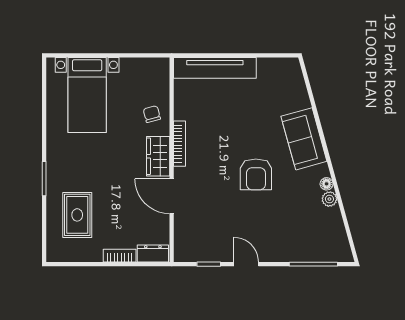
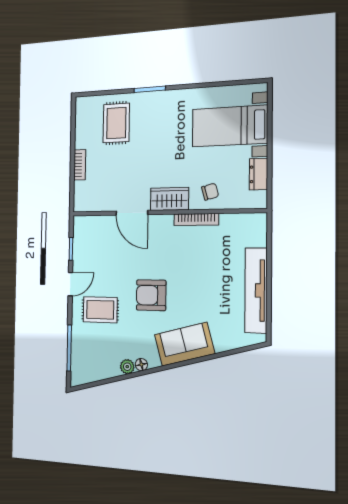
tv unit: (215, 68) -> (256, 290), moved
bookcase: (179, 144) -> (196, 219), moved
door: (172, 196) -> (132, 213), swing flipped
rug: (77, 215) -> (116, 123), turned 90
rug: (272, 230) -> (100, 310), added
dresser: (153, 253) -> (259, 174), moved, turned 180

